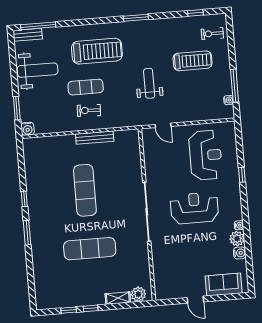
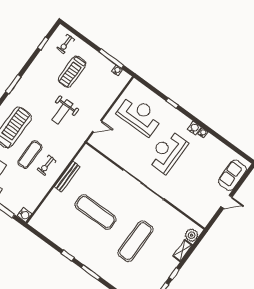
treadmill: (193, 61) -> (72, 72), turned 180
weight bench: (149, 83) -> (63, 112), turned -90
plant: (237, 239) -> (210, 141), removed
water cooler: (240, 253) -> (194, 128), moved

